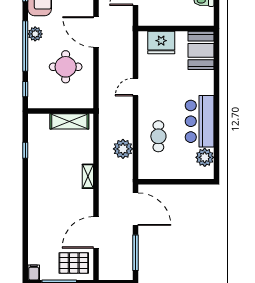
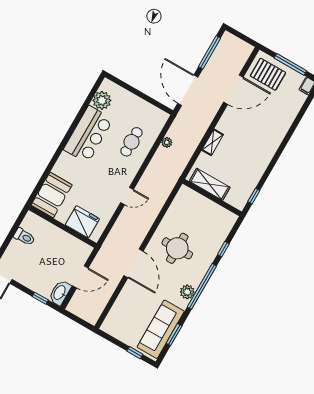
wall: (61, 111) -> (212, 198), moved
shelving: (69, 121) -> (210, 184), moved
plant: (123, 149) -> (167, 142), width x0.53, depth x0.53

